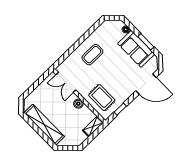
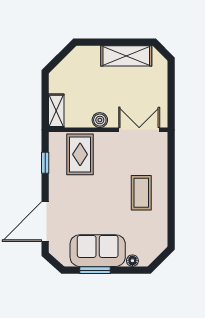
rug: (102, 98) -> (80, 154), turned 90
shelving: (44, 125) -> (126, 56), width x0.68

